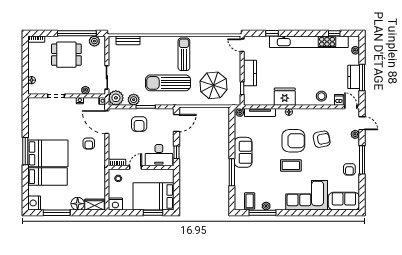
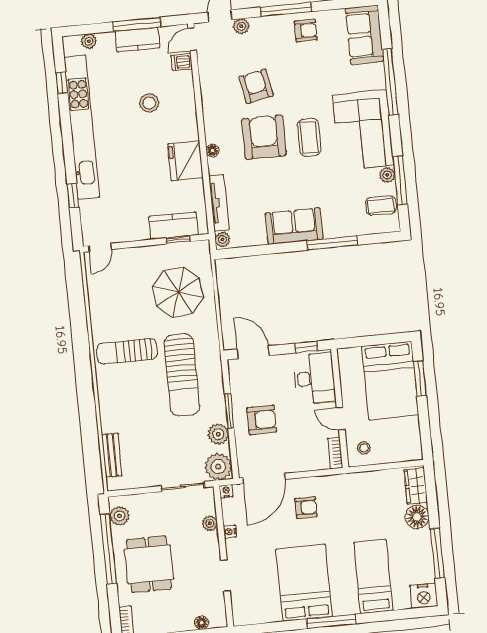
kitchen counter: (250, 73) -> (173, 226), moved
stool: (321, 96) -> (149, 103), moved
bed: (48, 153) -> (304, 583), moved
corner sofa: (307, 195) -> (363, 130), moved
nightstand: (115, 204) -> (411, 448), removed
window: (317, 213) -> (390, 82), added

